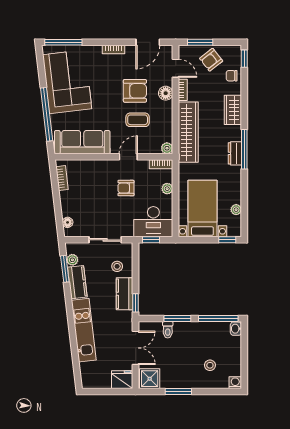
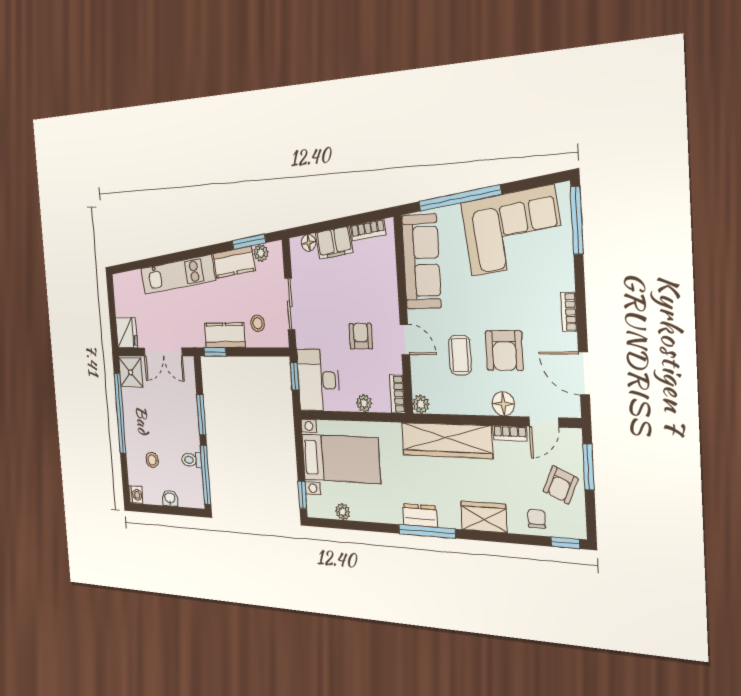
armchair: (211, 60) -> (561, 485), turned -118
filing cabinet: (68, 203) -> (334, 243), added
washbasin: (236, 329) -> (170, 498), moved
toilet: (168, 330) -> (192, 460), moved
window: (178, 392) -> (120, 413), width x2.11

